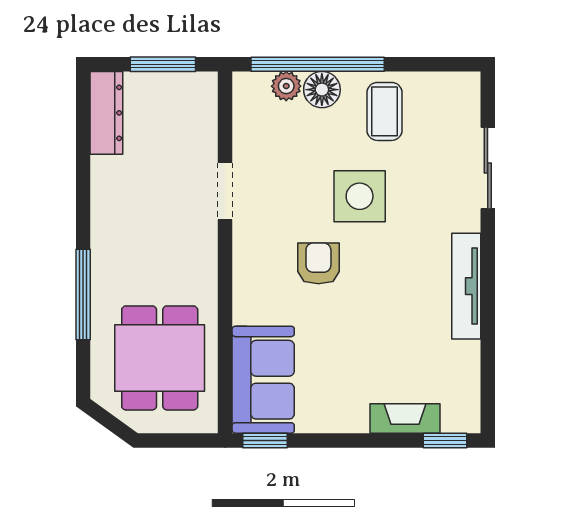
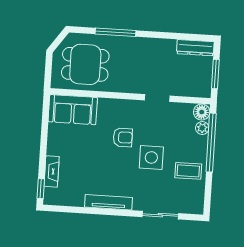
floor lamp: (322, 90) -> (202, 112), moved
window: (265, 440) -> (46, 109), removed

